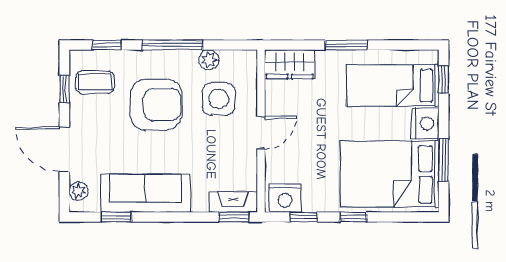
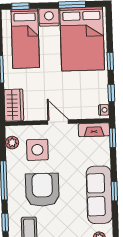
plant: (209, 60) -> (12, 143), moved
nightstand: (285, 198) -> (104, 110), width x0.53, depth x0.56
fireplace: (233, 202) -> (94, 130), moved, turned -90
window: (116, 217) -> (114, 191), moved

